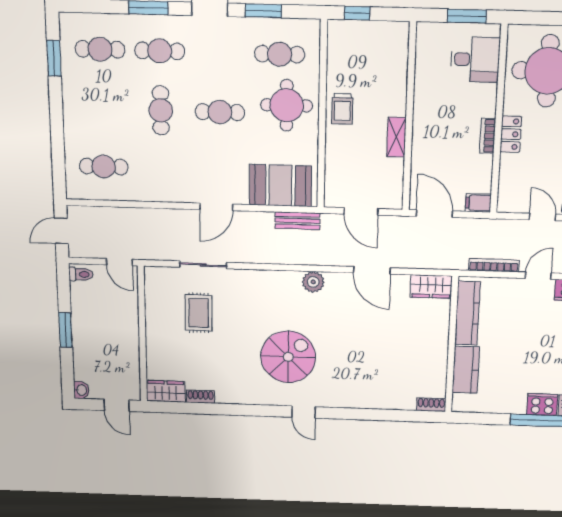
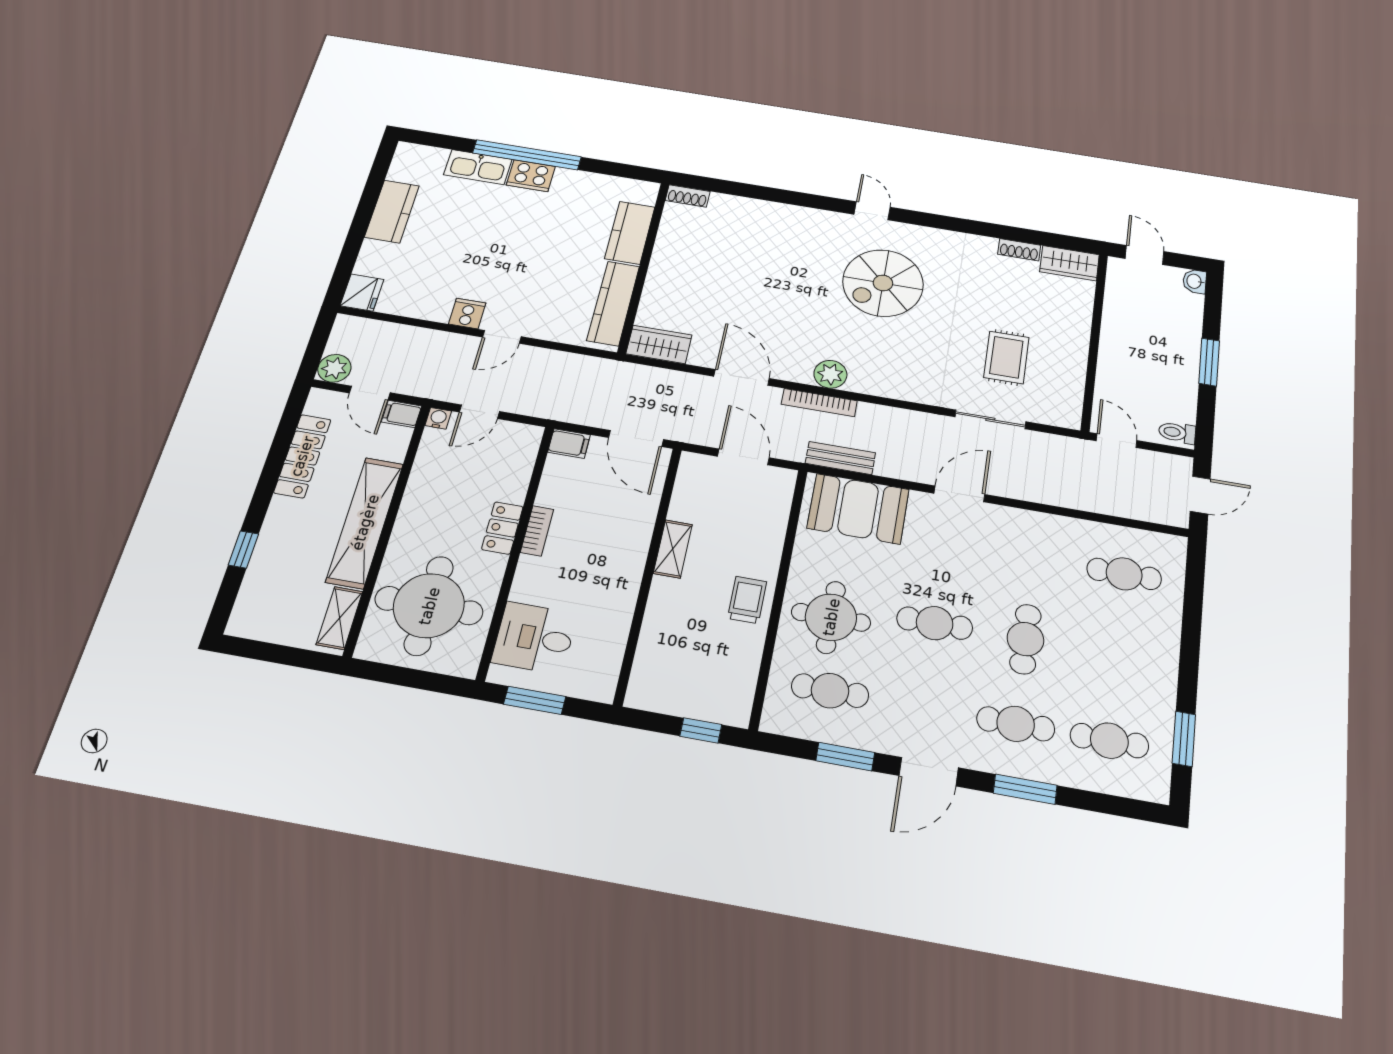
door: (542, 217) -> (479, 412), hinge flipped
bookcase: (494, 265) -> (819, 403), moved

